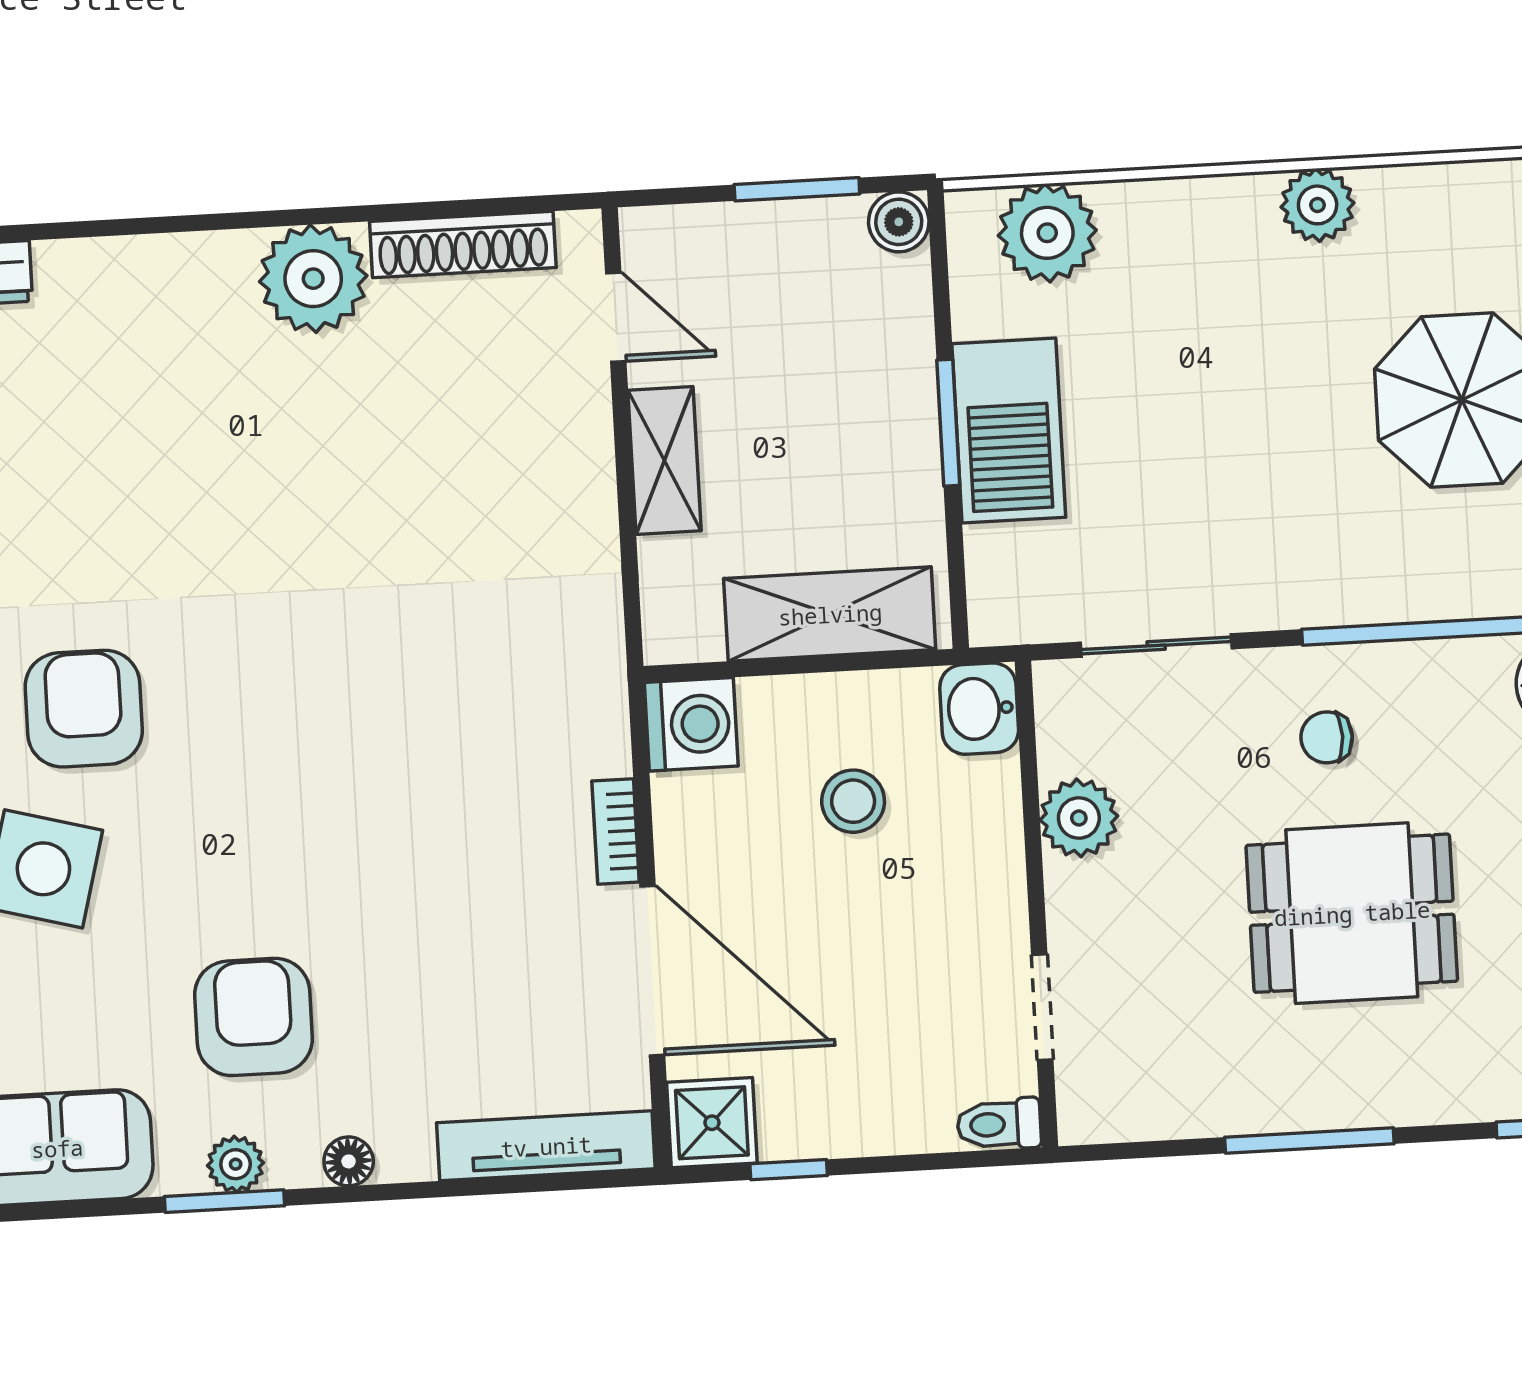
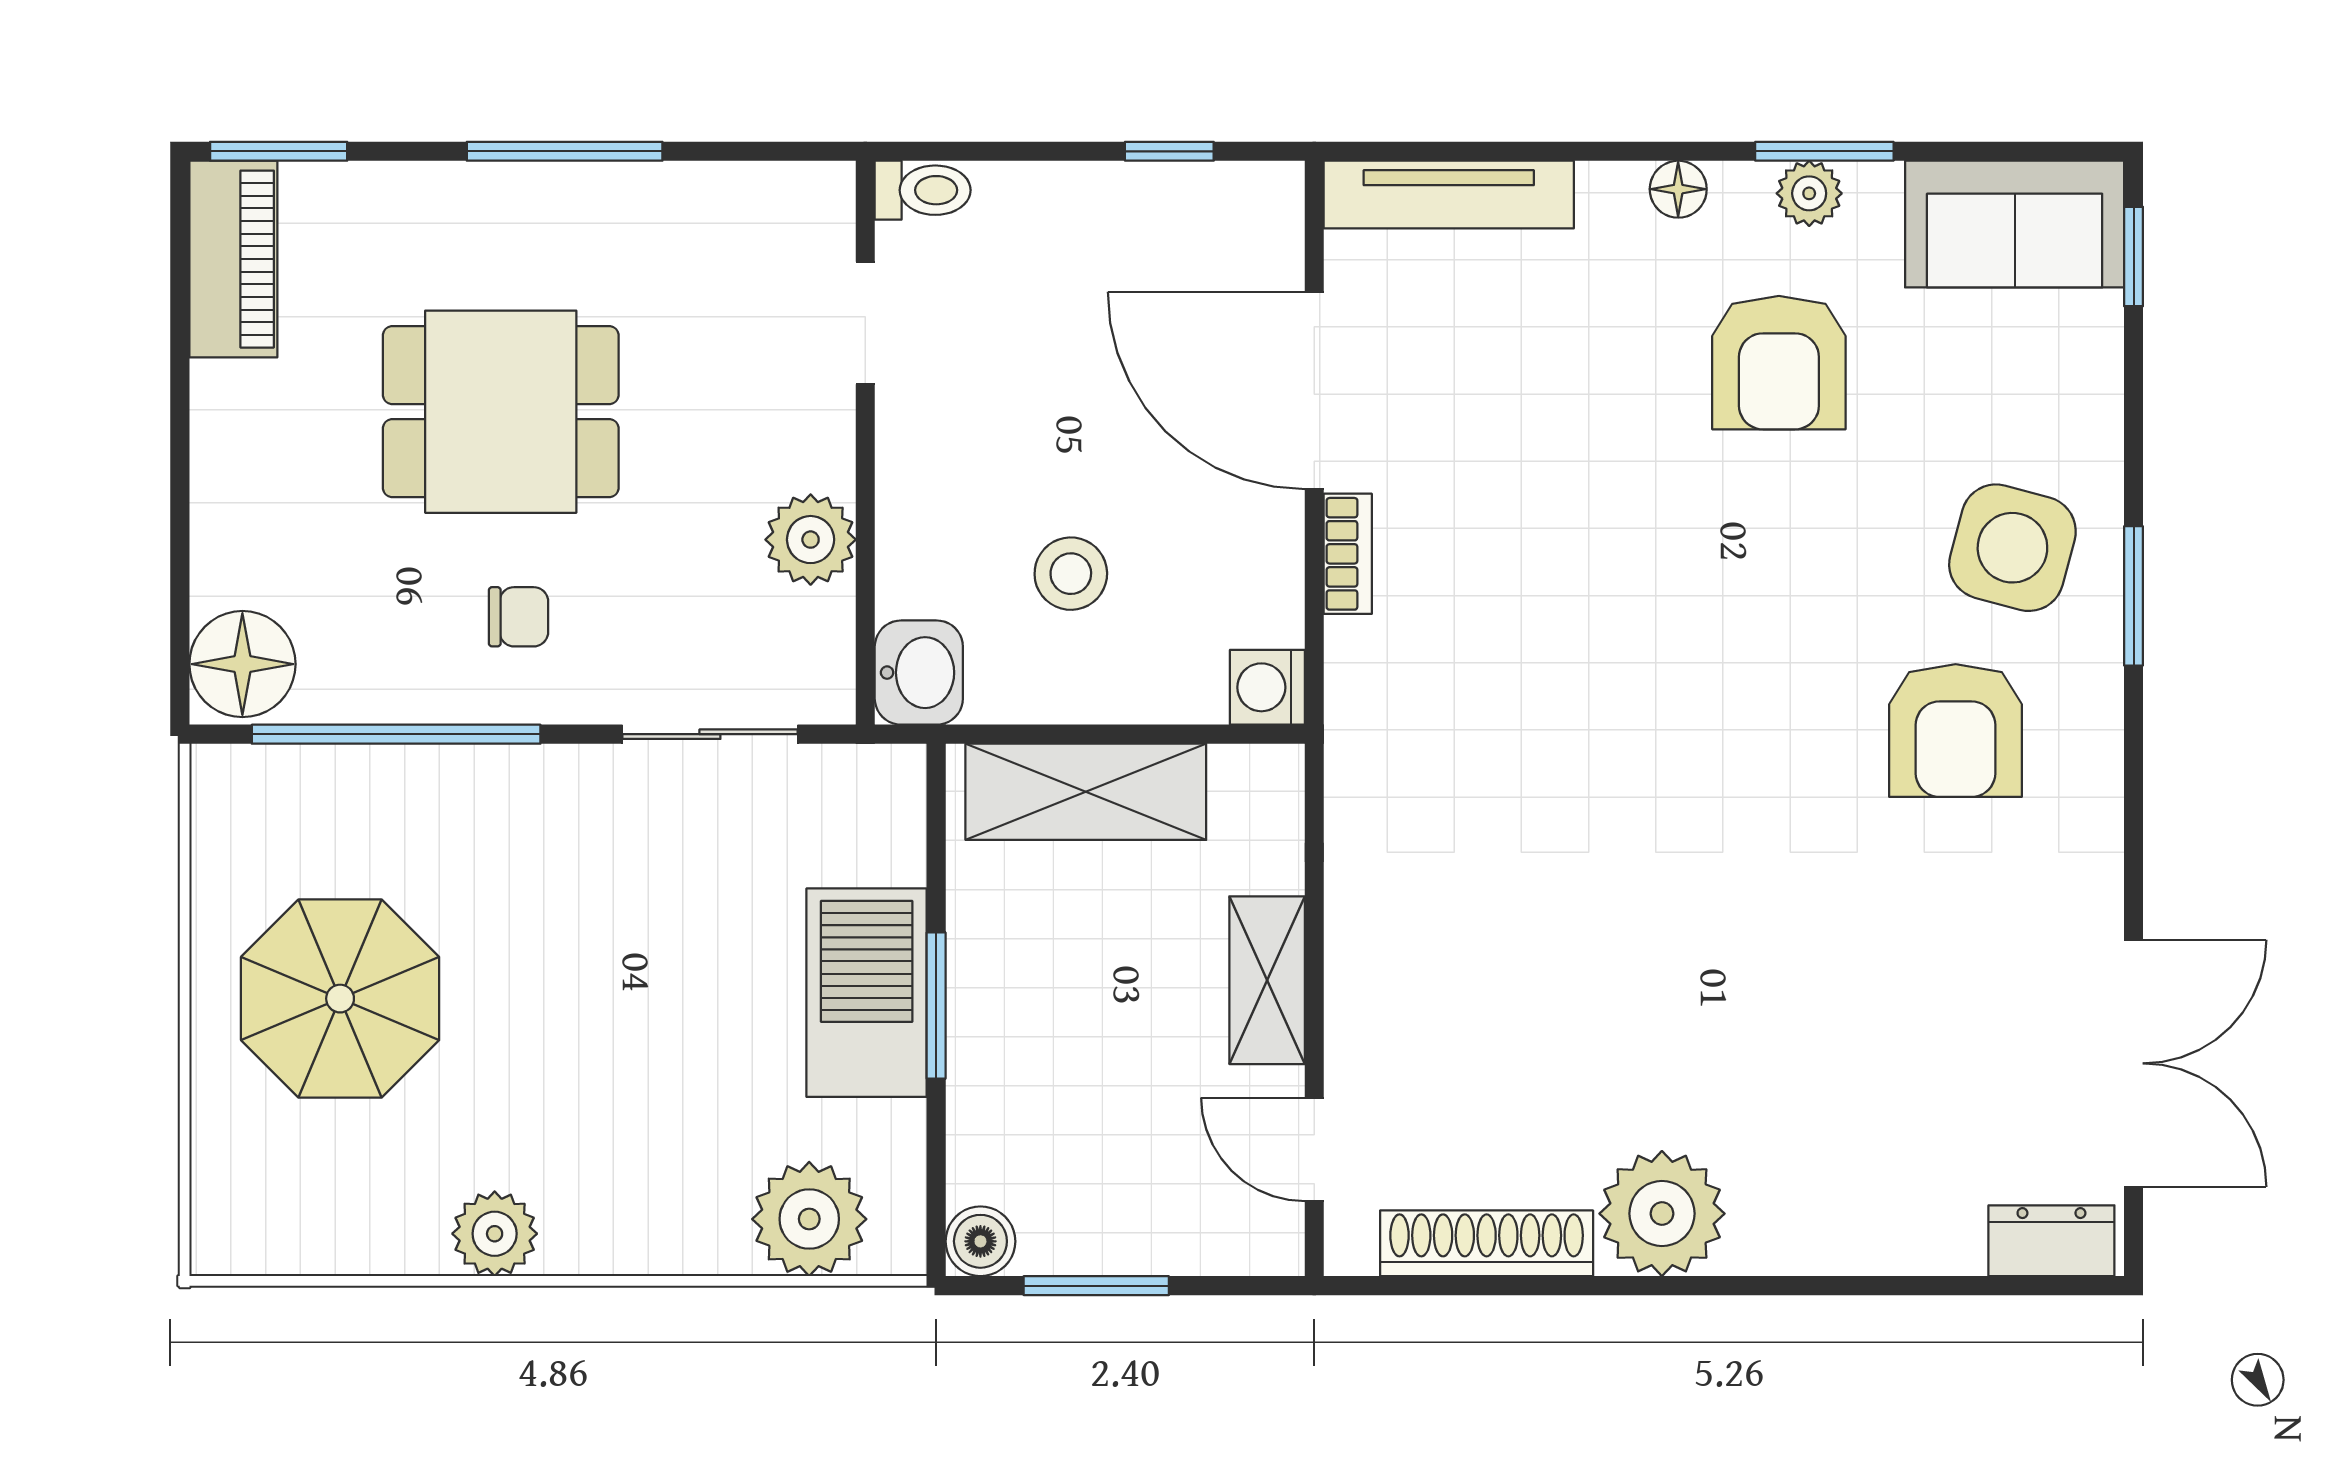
washing machine: (691, 724) -> (1267, 687), width x0.73, depth x0.73
shower: (712, 1123) -> (1255, 211), removed

